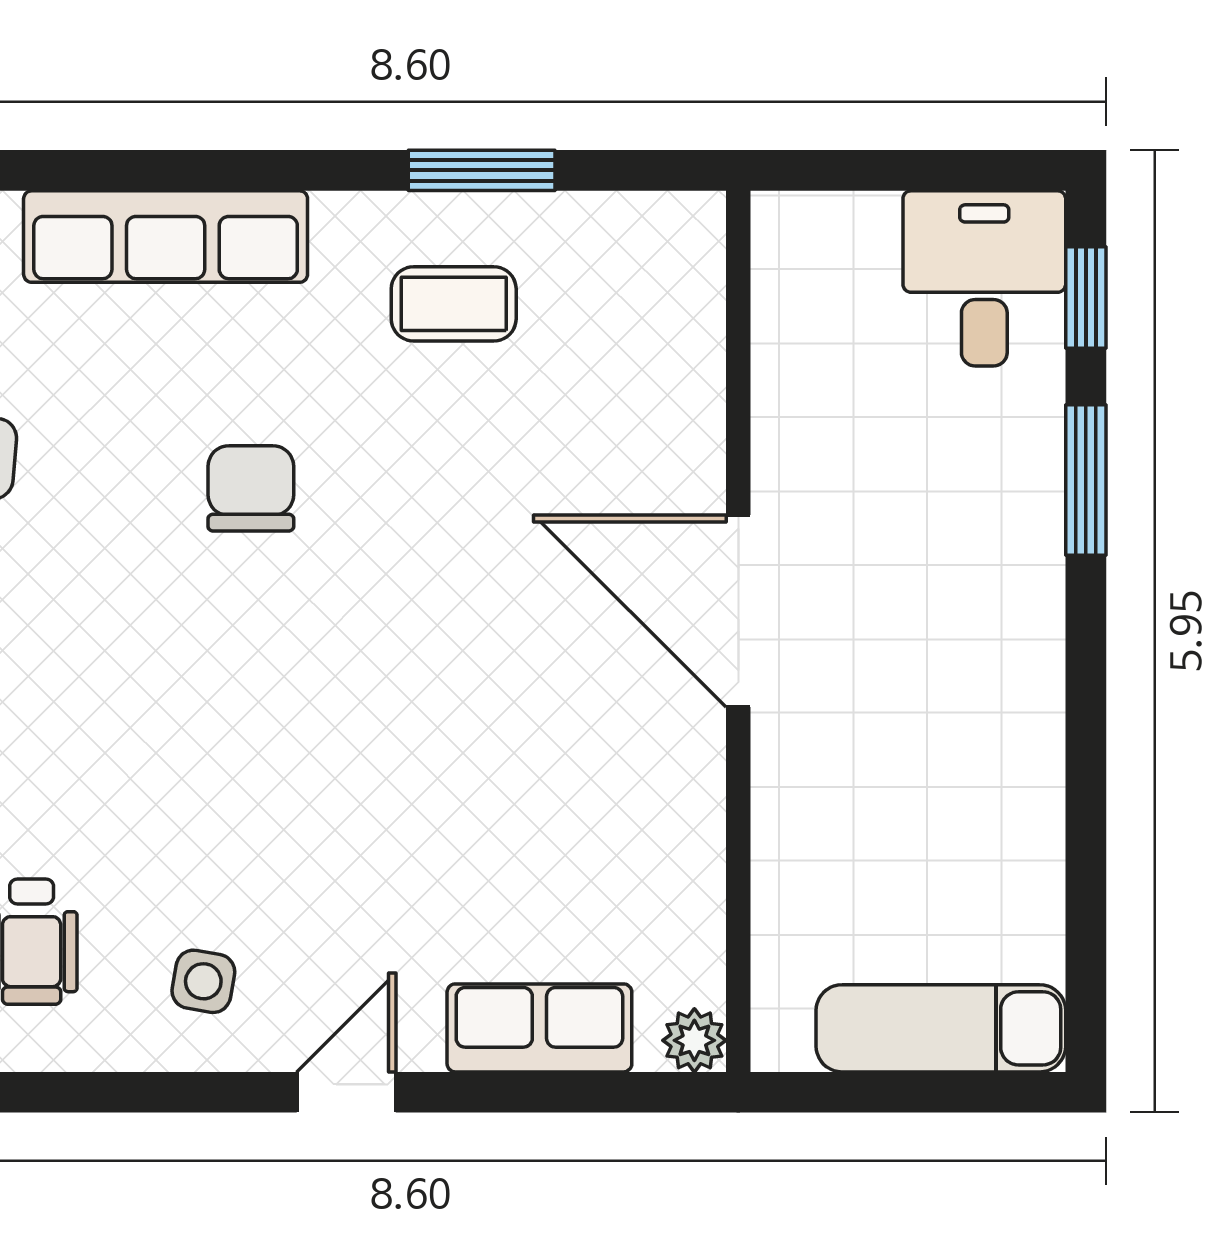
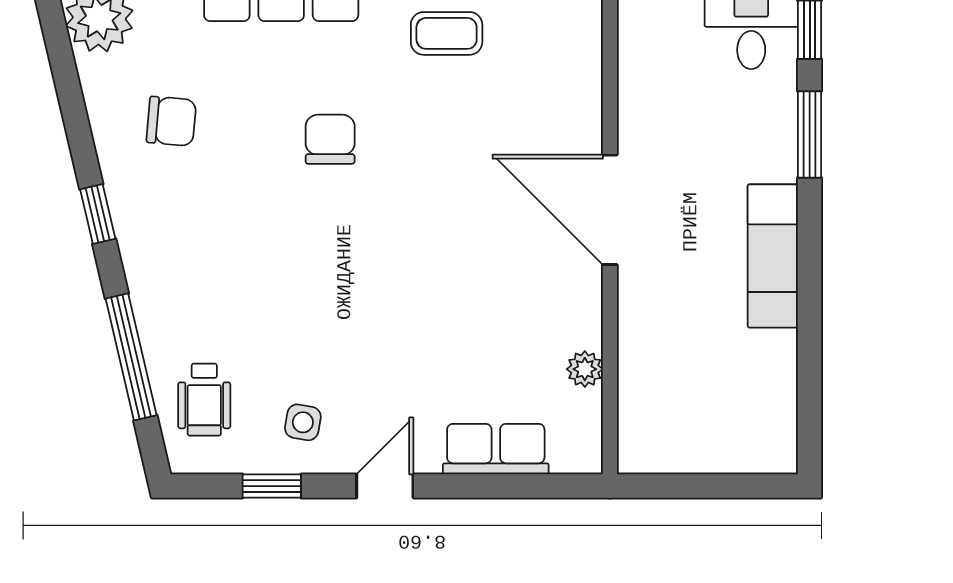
exam couch: (941, 1028) -> (773, 256), moved, turned -90
plant: (694, 1040) -> (585, 369), moved
window: (149, 1092) -> (272, 486), added

